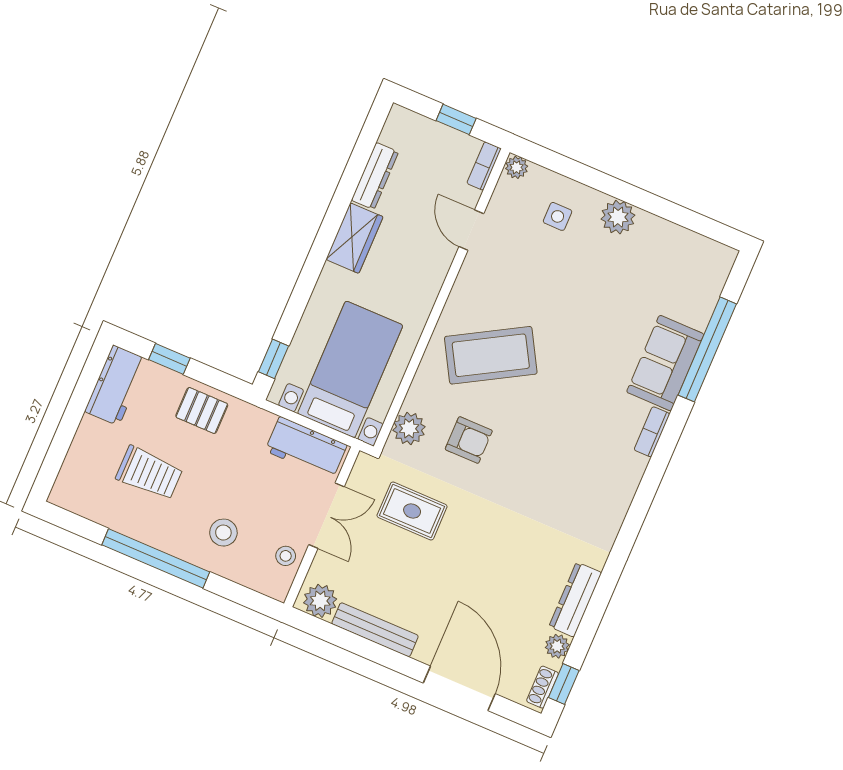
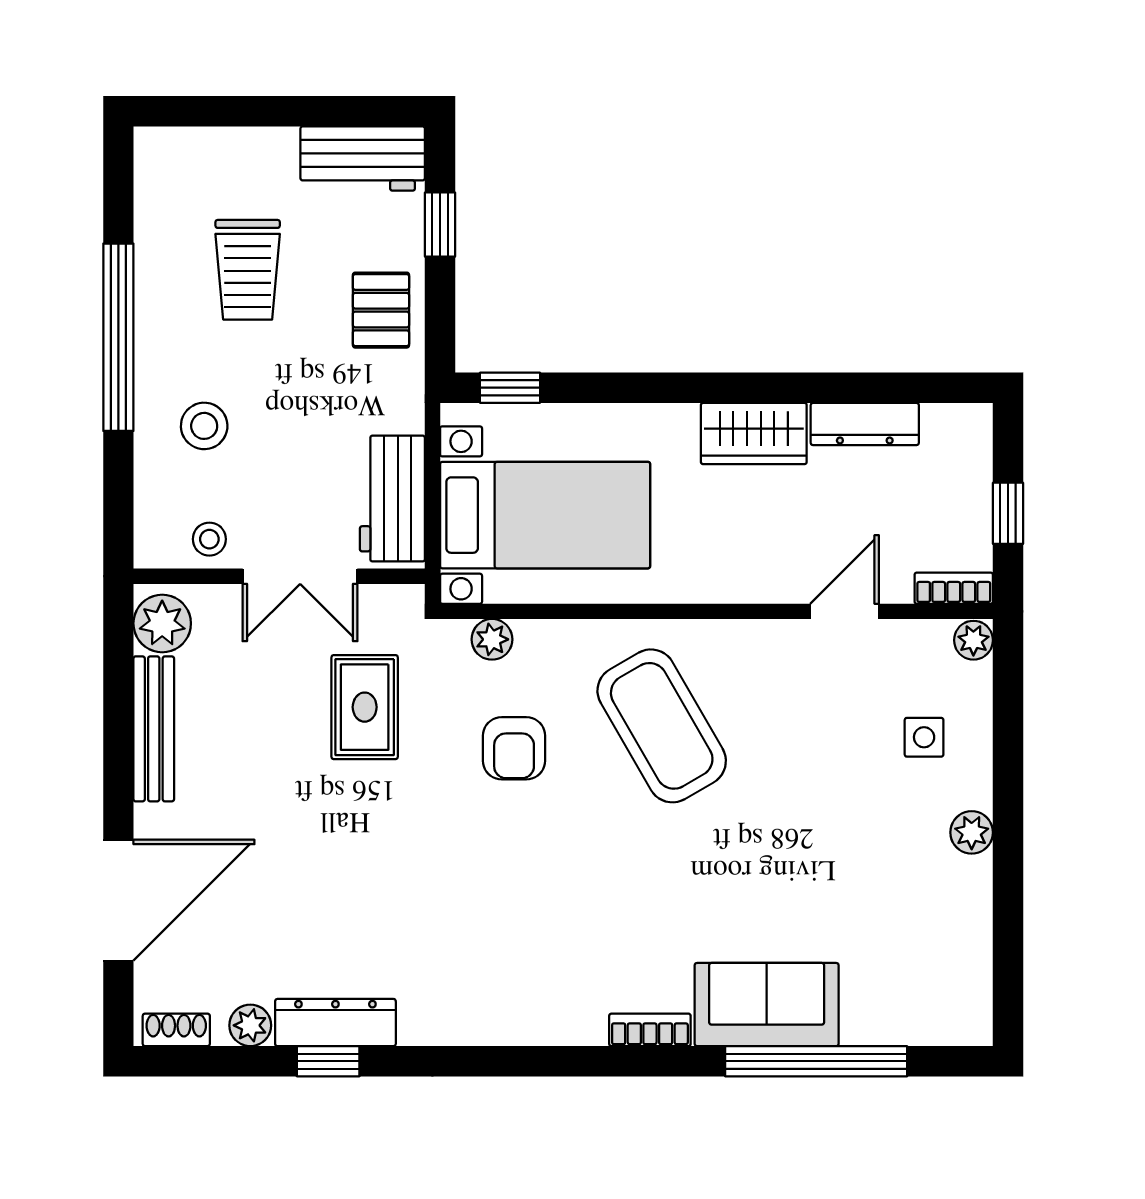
plant: (618, 217) -> (972, 832), width x0.73, depth x0.73
plant: (409, 428) -> (492, 639), width x0.73, depth x0.73
window: (564, 684) -> (328, 1061), moved

